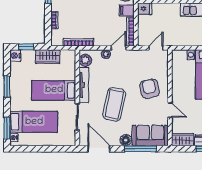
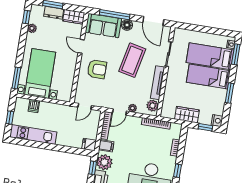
armchair: (150, 89) -> (97, 69), turned -77
bed: (54, 90) -> (208, 76), moved, turned 180

